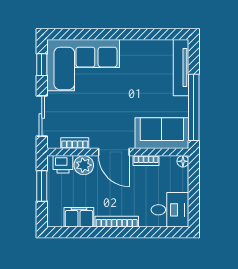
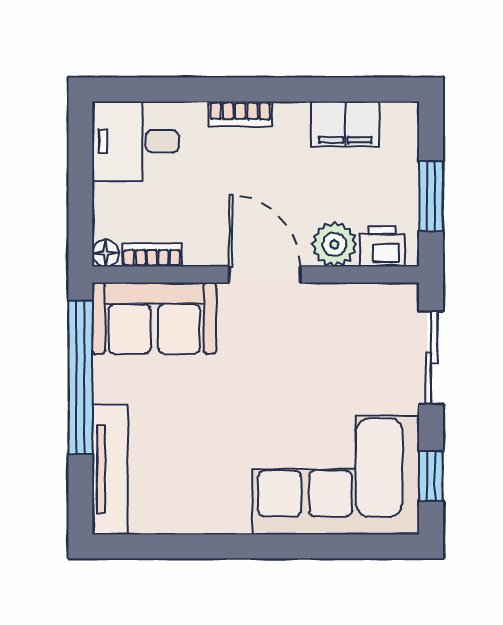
bookcase: (75, 143) -> (355, 295), removed
bookcase: (146, 161) -> (152, 255), moved
bookcase: (117, 222) -> (240, 114), width x0.64

